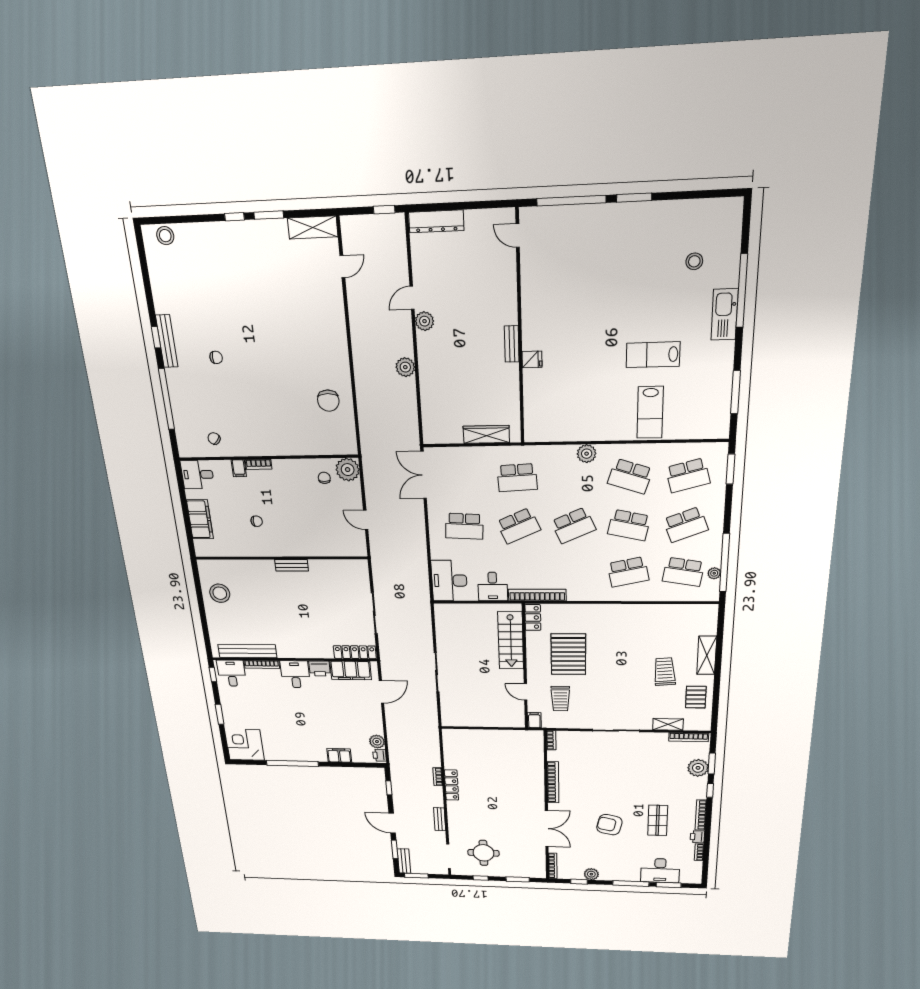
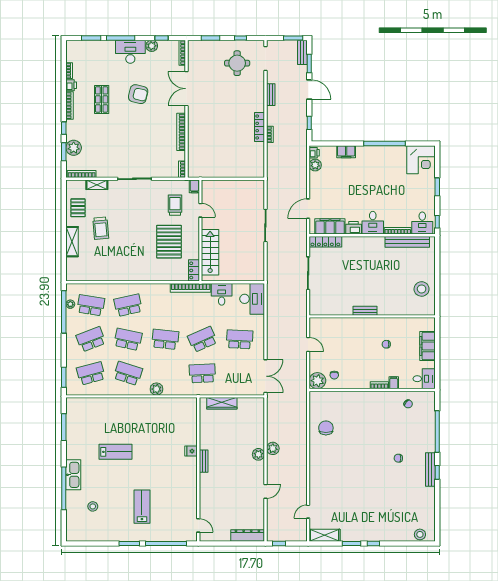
plant: (425, 321) -> (258, 454), moved
lab bench: (650, 412) -> (142, 507), moved
school desk: (573, 525) -> (165, 339), turned 30
desk: (660, 871) -> (130, 52), moved

